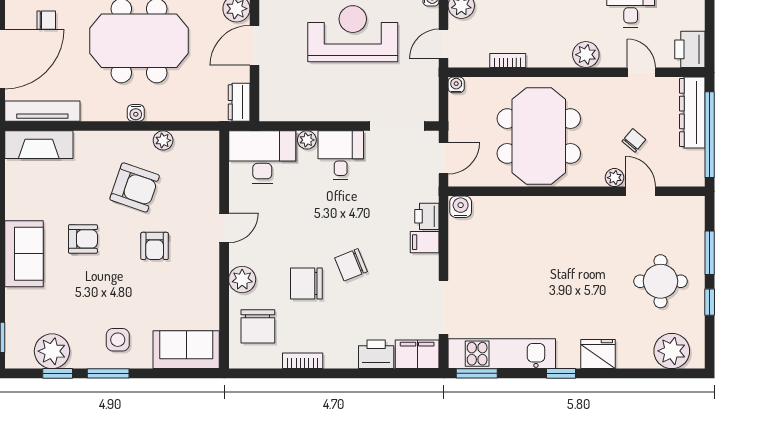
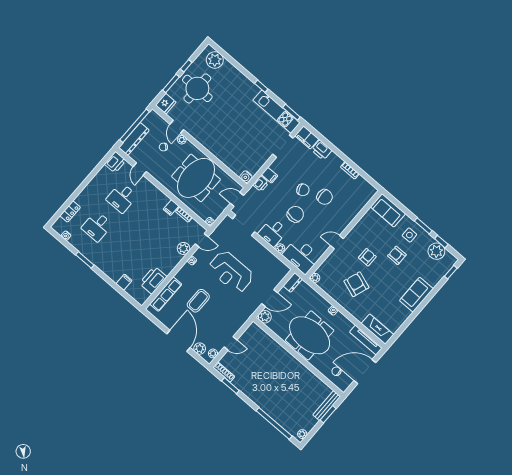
filing cabinet: (538, 54) -> (171, 208), added
plant: (586, 55) -> (154, 193), removed
plant: (163, 140) -> (315, 278), moved
armchair: (83, 239) -> (397, 255), moved
plant: (242, 279) -> (346, 218), removed
round table: (660, 281) -> (197, 88), width x1.36, depth x1.36
chair: (258, 326) -> (295, 214), moved
fridge: (598, 354) -> (166, 104), moved, turned -90

